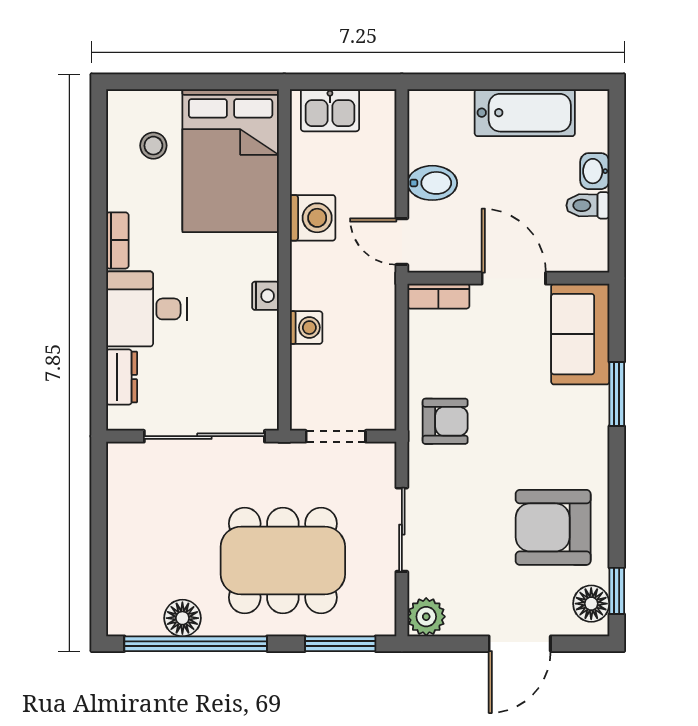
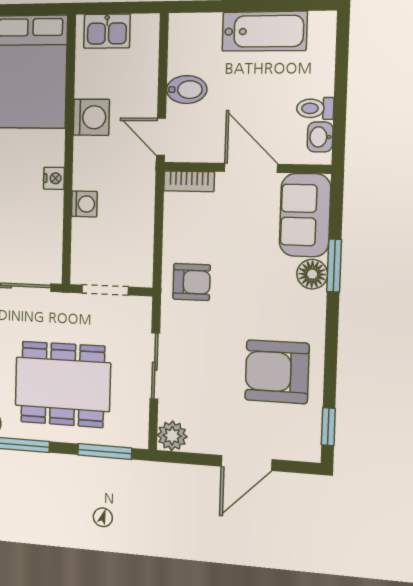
washbasin: (595, 171) -> (320, 137), moved
floor lamp: (591, 604) -> (312, 274), moved

